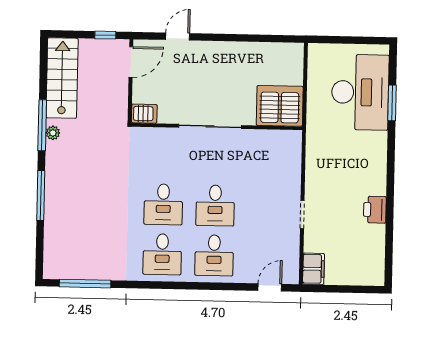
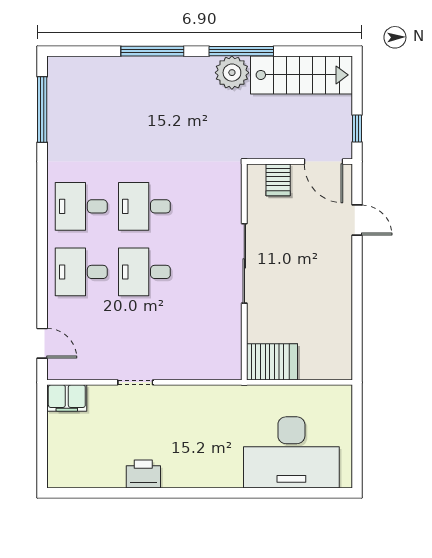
window: (392, 103) -> (279, 493), removed
server rack: (280, 106) -> (272, 362), width x0.63
server rack: (144, 114) -> (278, 180), moved
plant: (53, 133) -> (232, 73), width x1.88, depth x1.88

